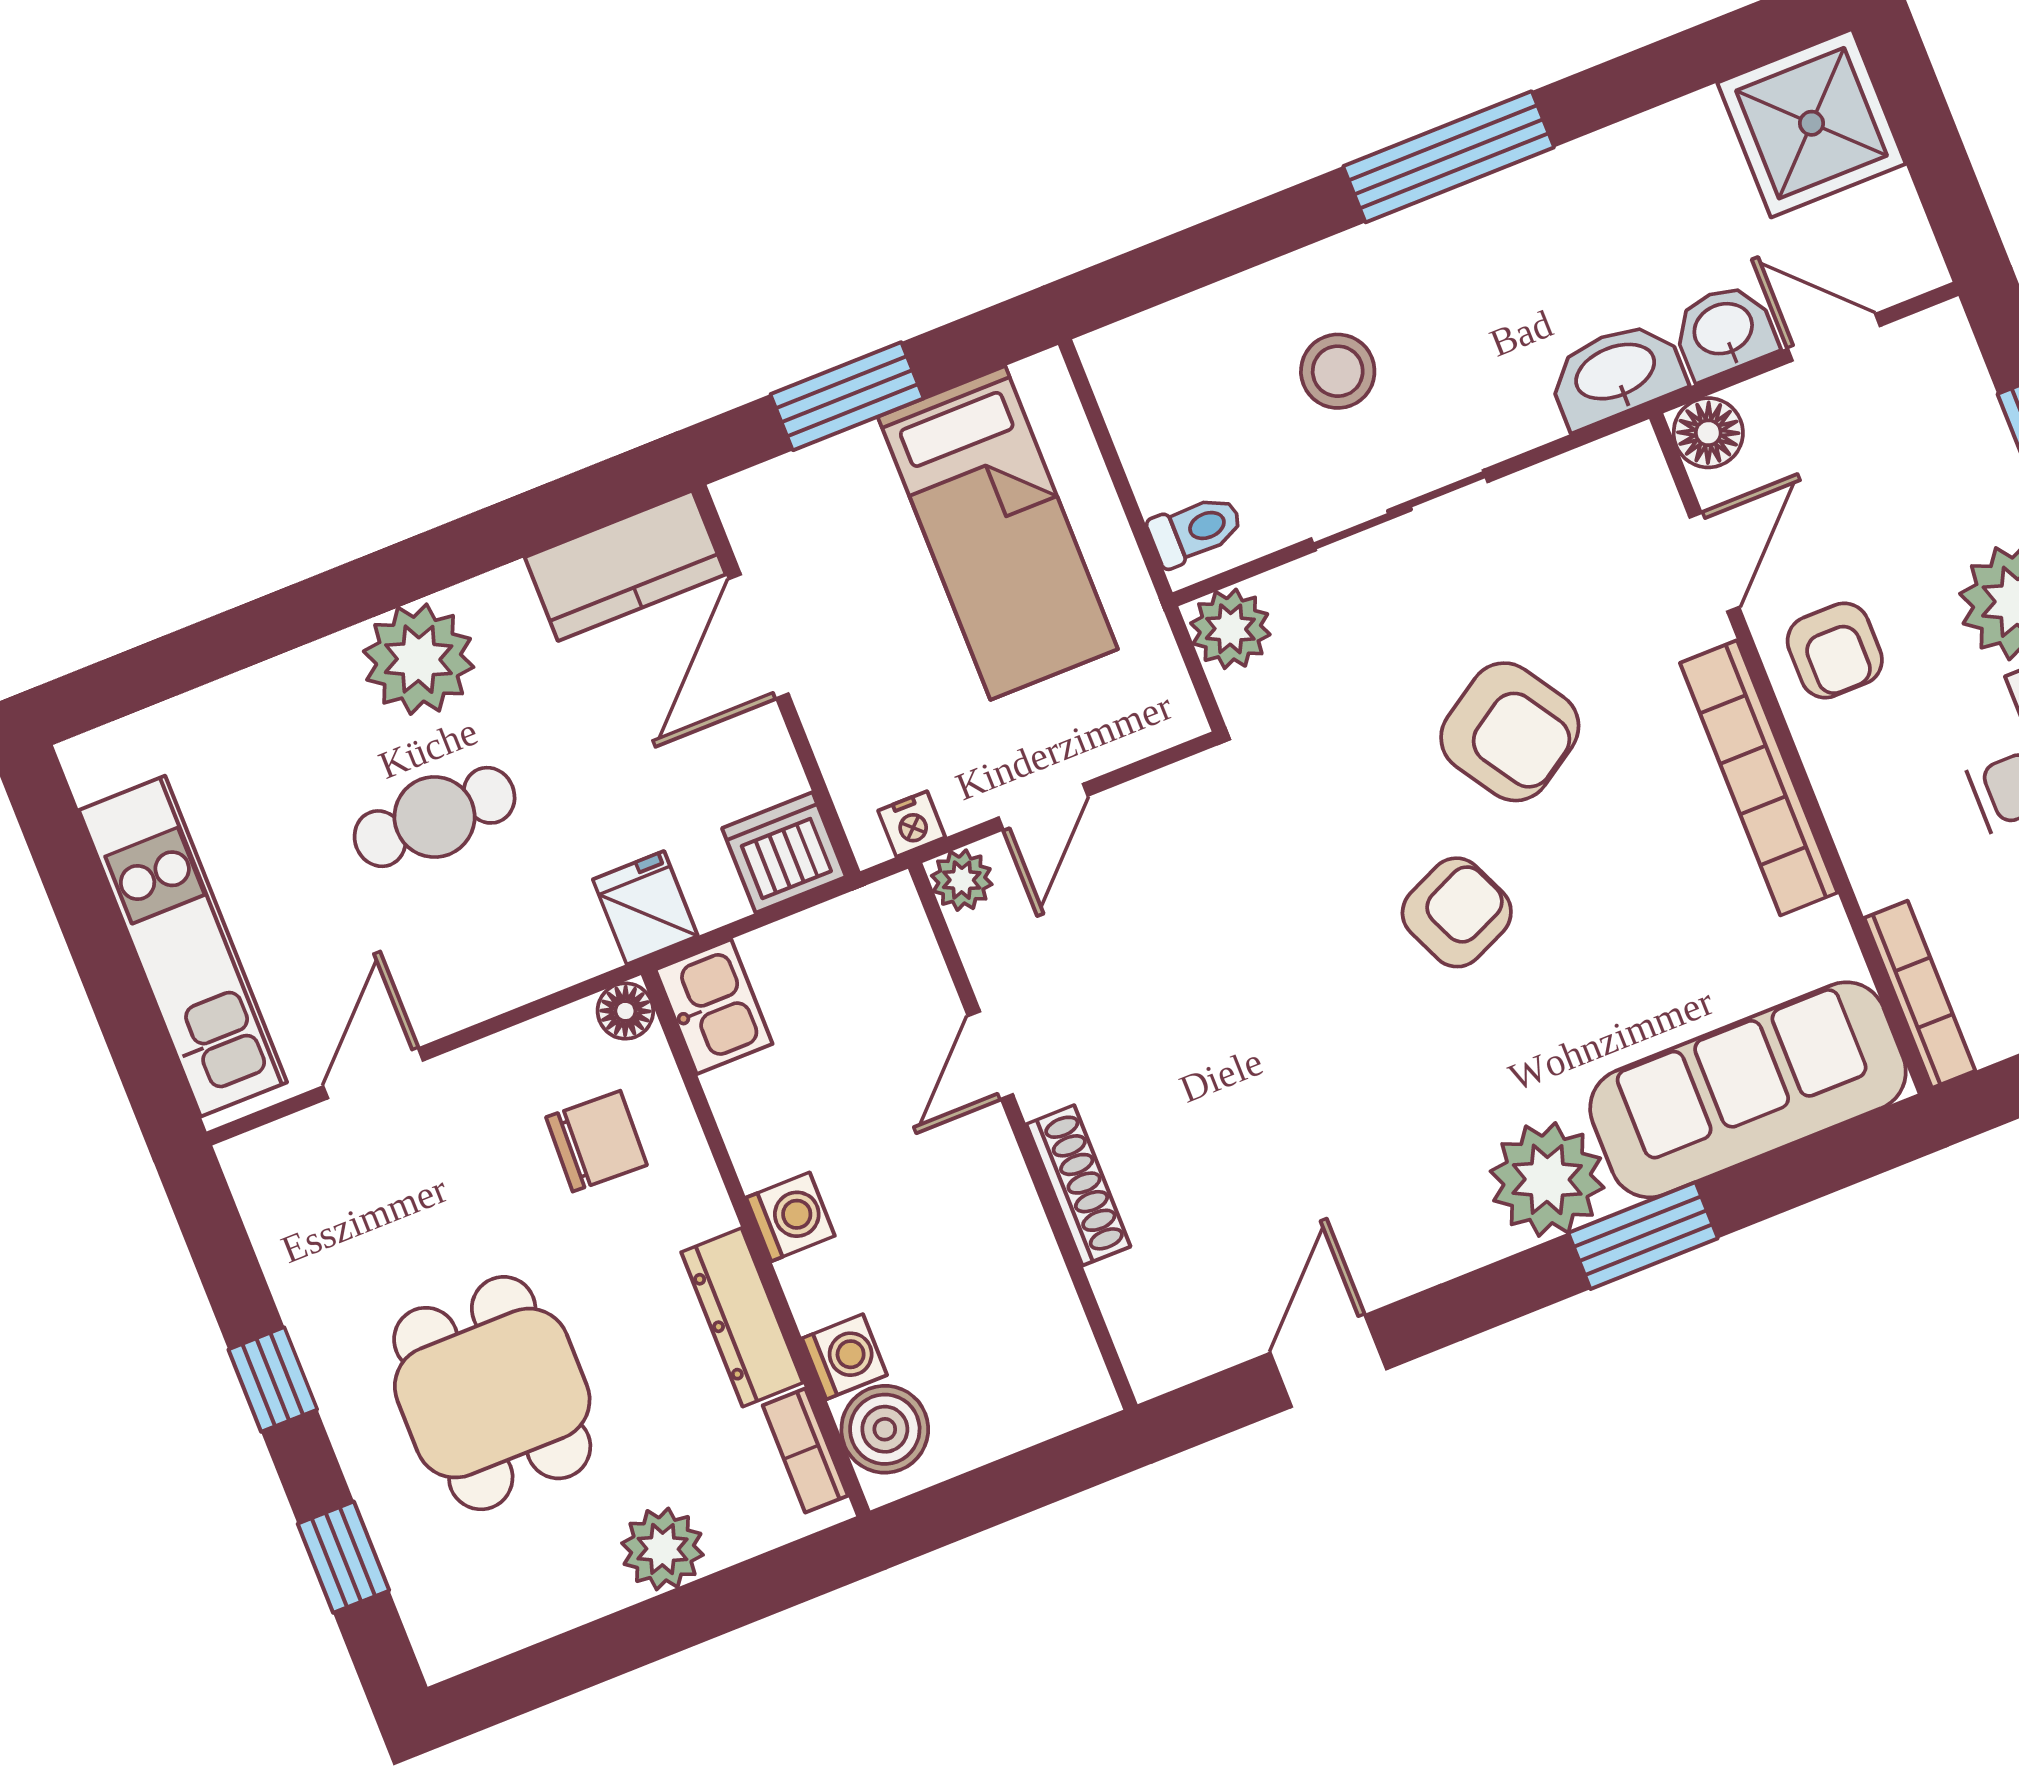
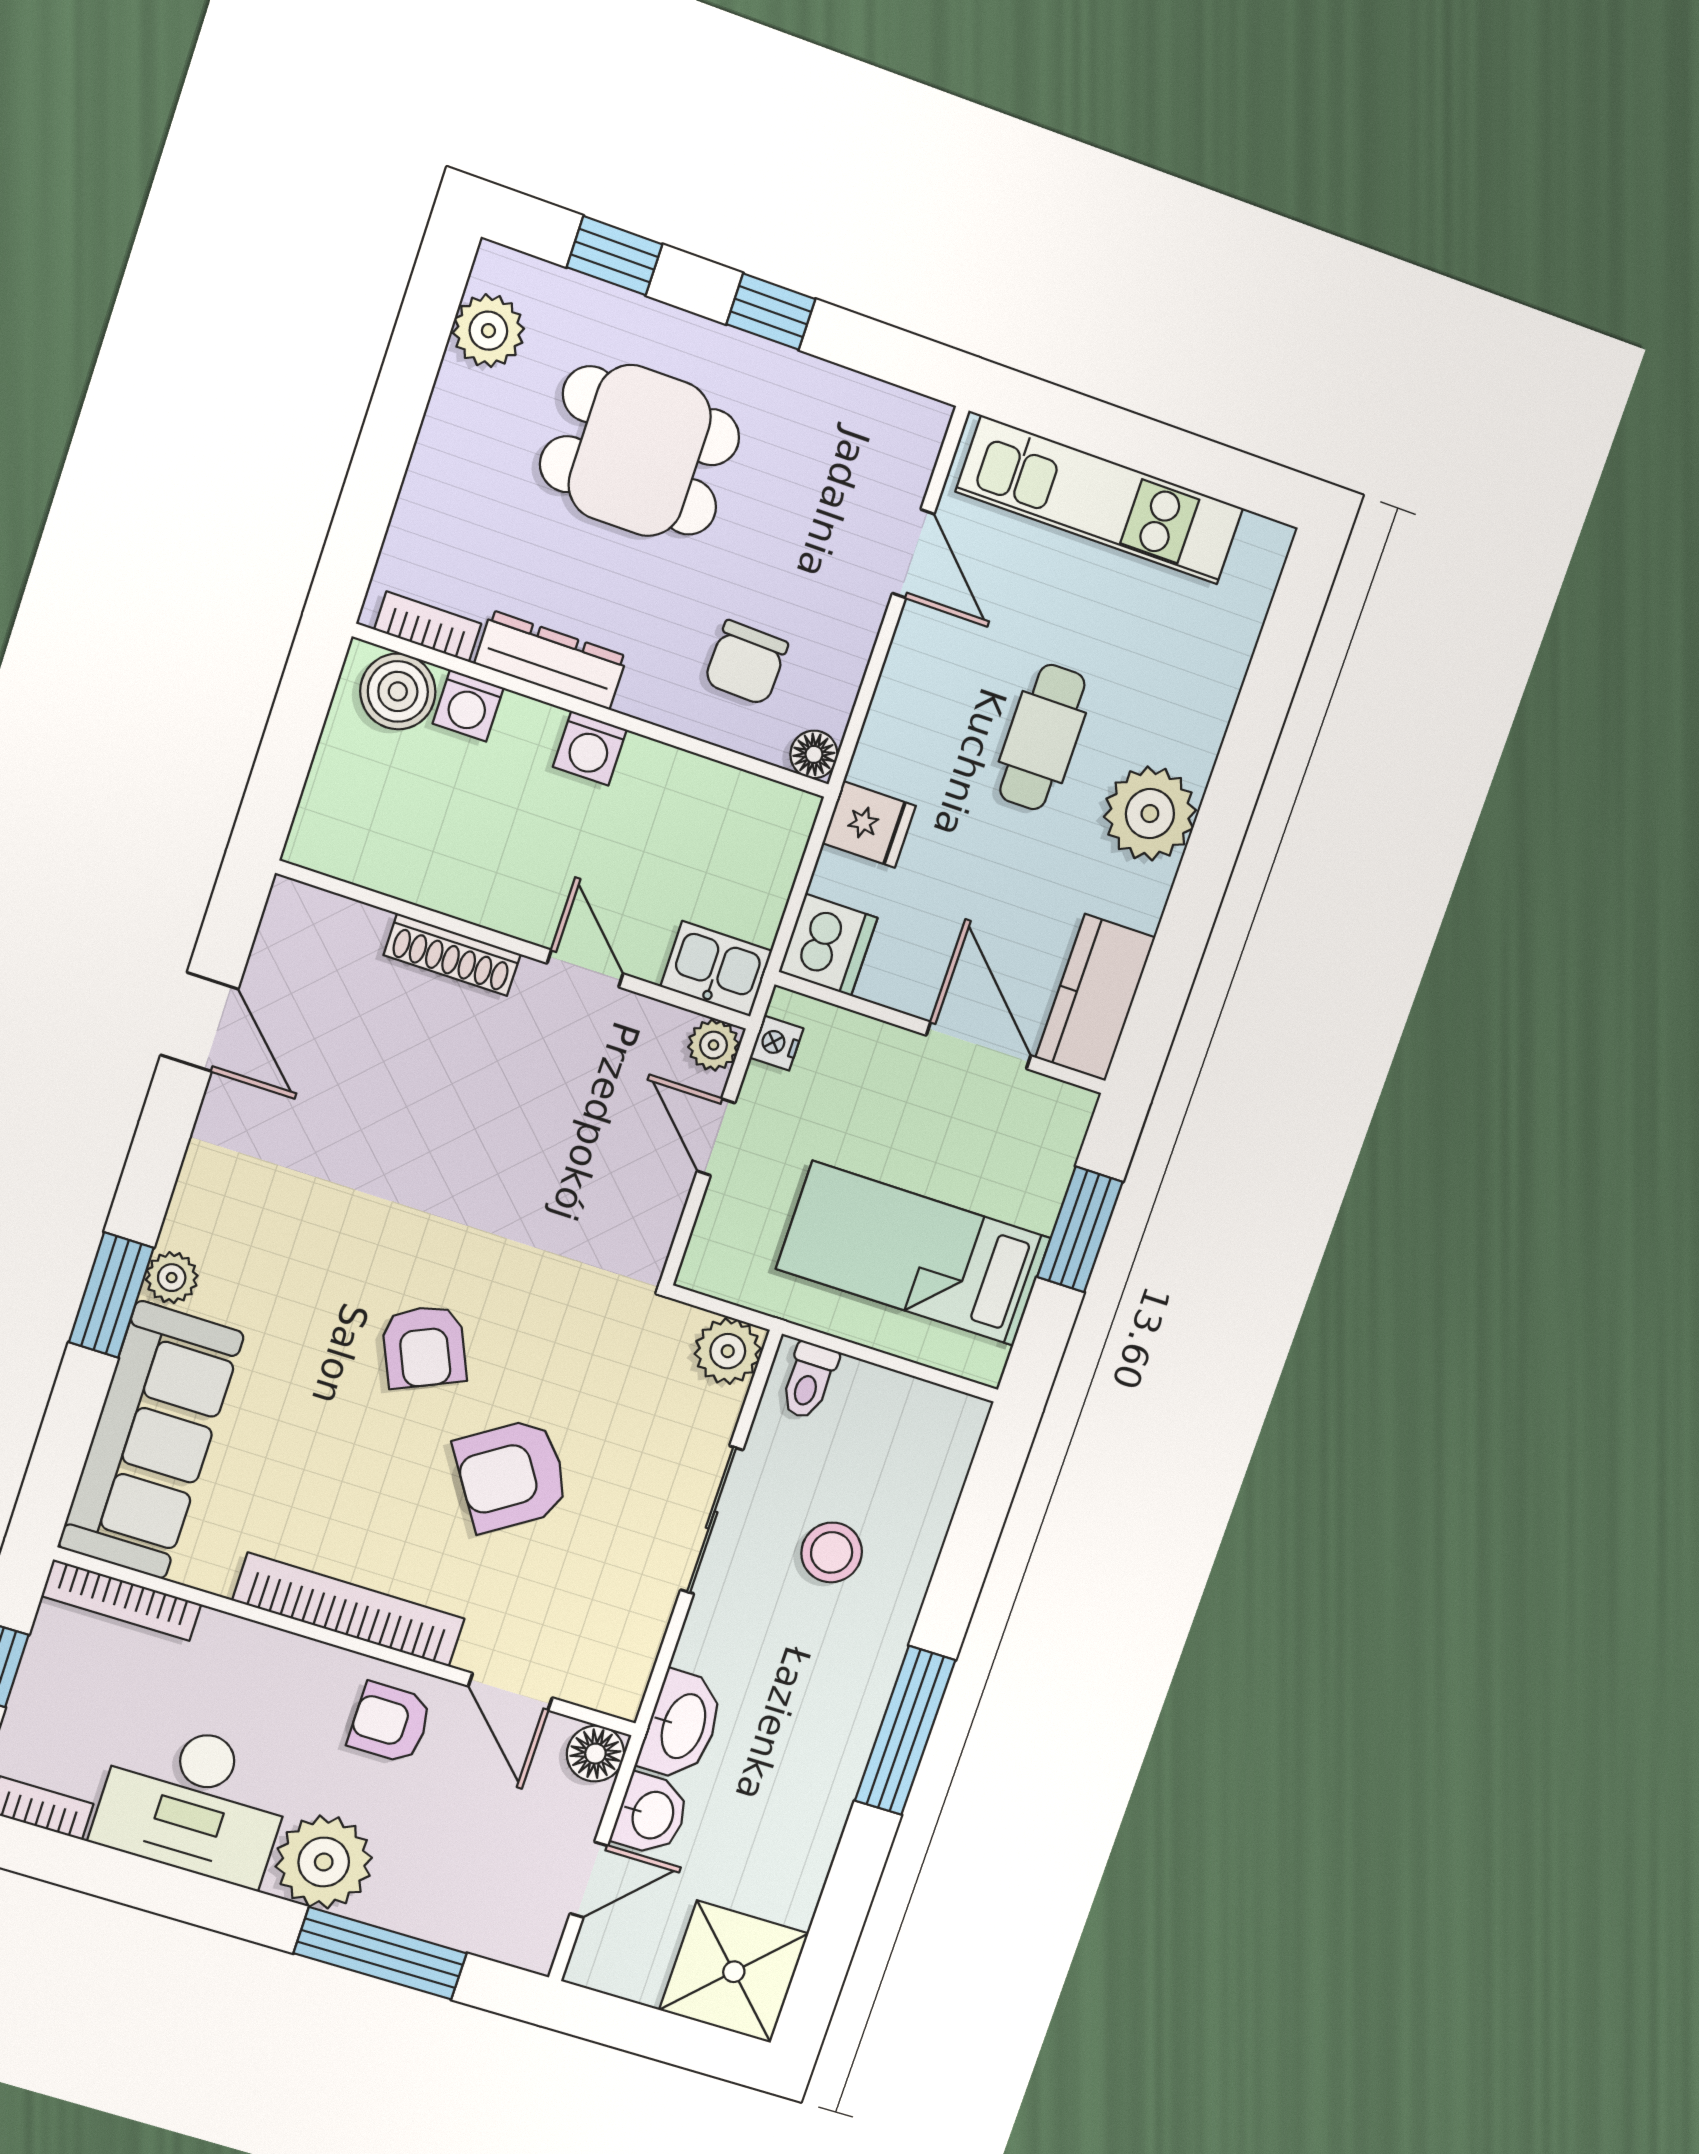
kitchen sink: (714, 1007) -> (716, 969), moved, turned 180
plant: (1547, 1179) -> (172, 1278), width x0.53, depth x0.53
plant: (663, 1549) -> (488, 331), moved

